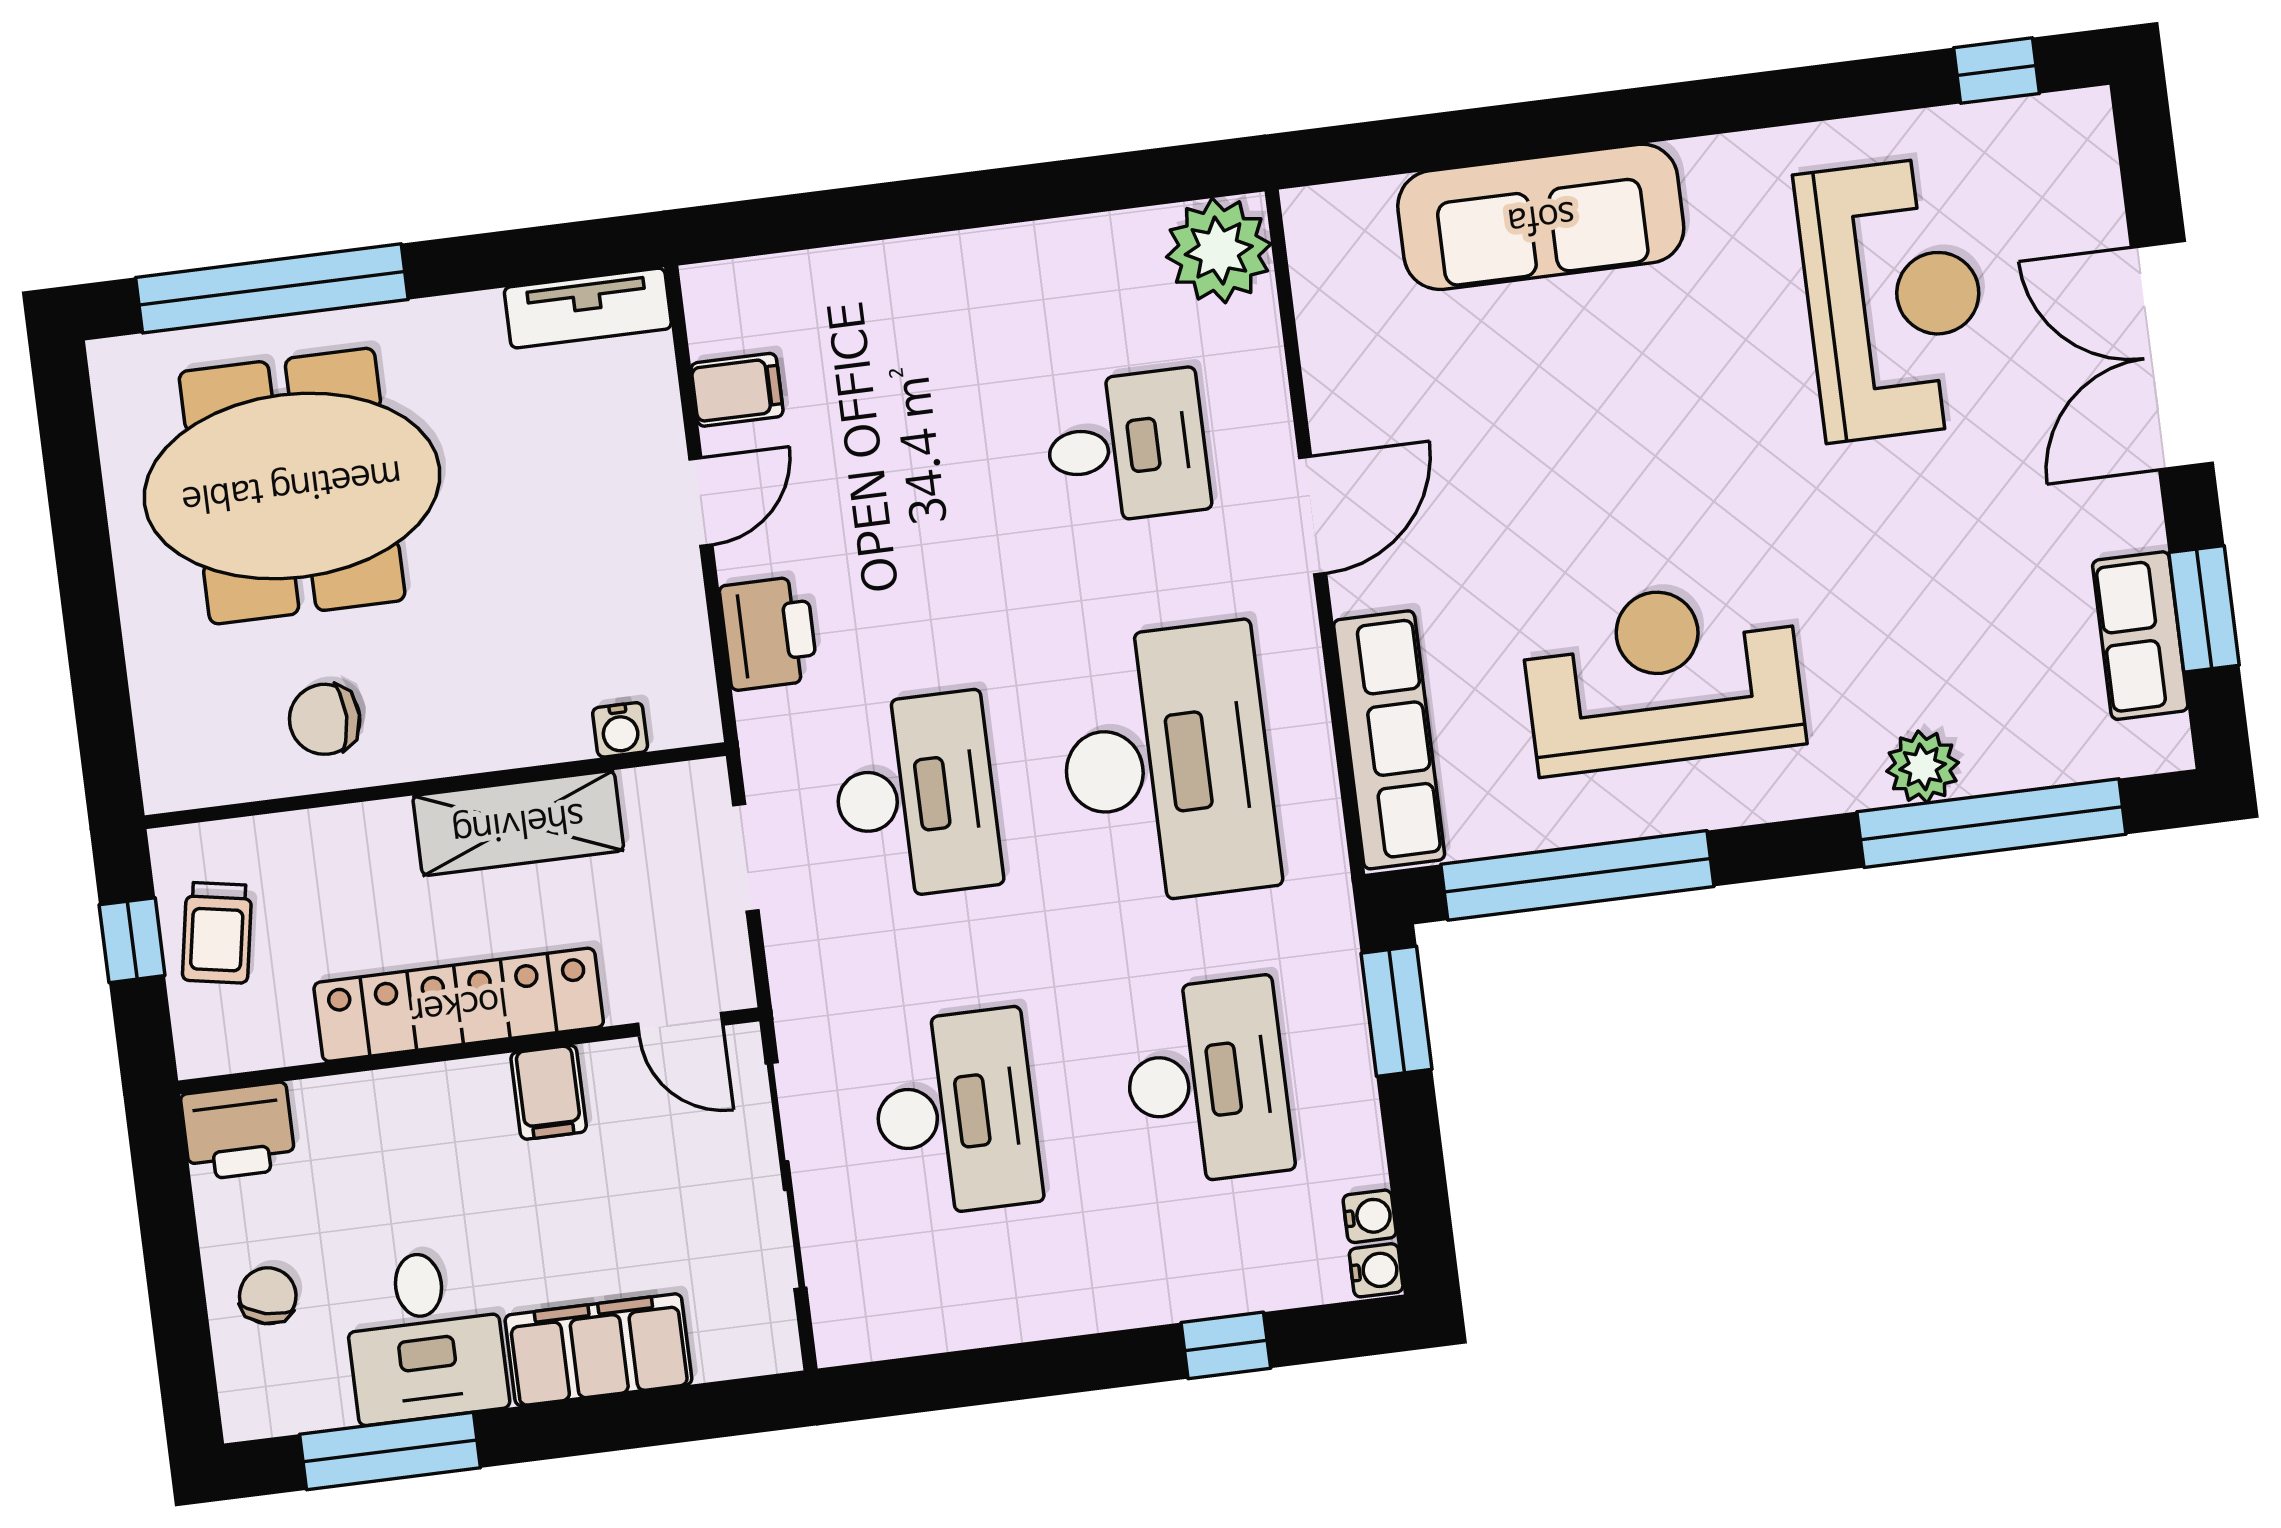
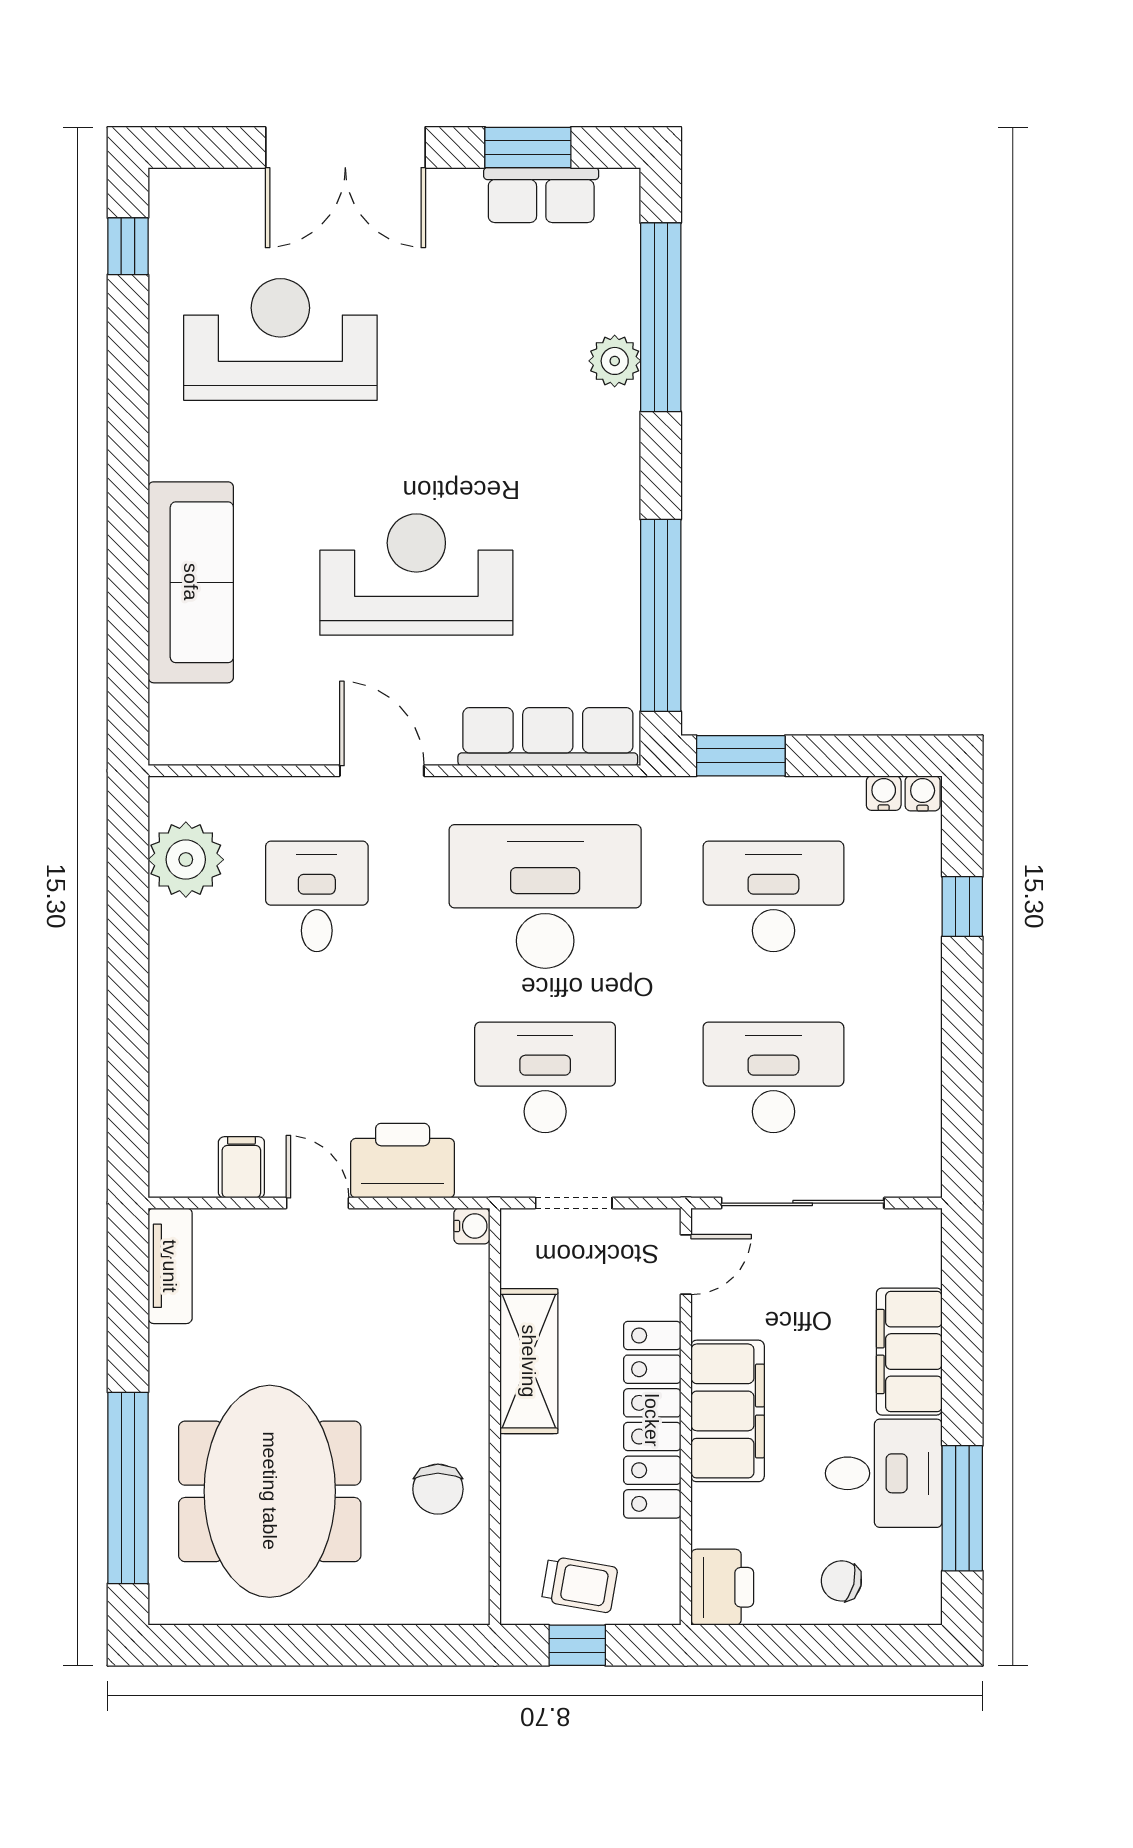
plant: (1219, 250) -> (186, 860), moved
printer: (769, 633) -> (403, 1161), width x1.37, depth x1.19
reception desk: (1663, 677) -> (416, 575), moved, turned 90
water cooler: (620, 730) -> (472, 1226), moved
filing cabinet: (549, 1092) -> (728, 1411), width x3.00, depth x1.17

